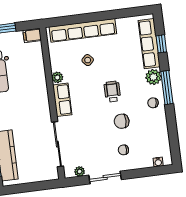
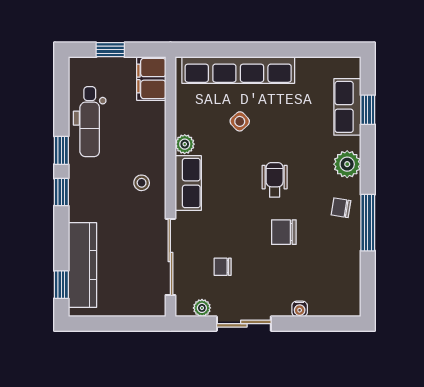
filing cabinet: (32, 35) -> (151, 78), width x2.00
row of seats: (149, 44) -> (347, 107), width x0.68
window: (167, 88) -> (368, 223), moved
stool: (35, 103) -> (142, 183), added
chair: (123, 150) -> (223, 267), moved
water cooler: (158, 162) -> (300, 309), moved

